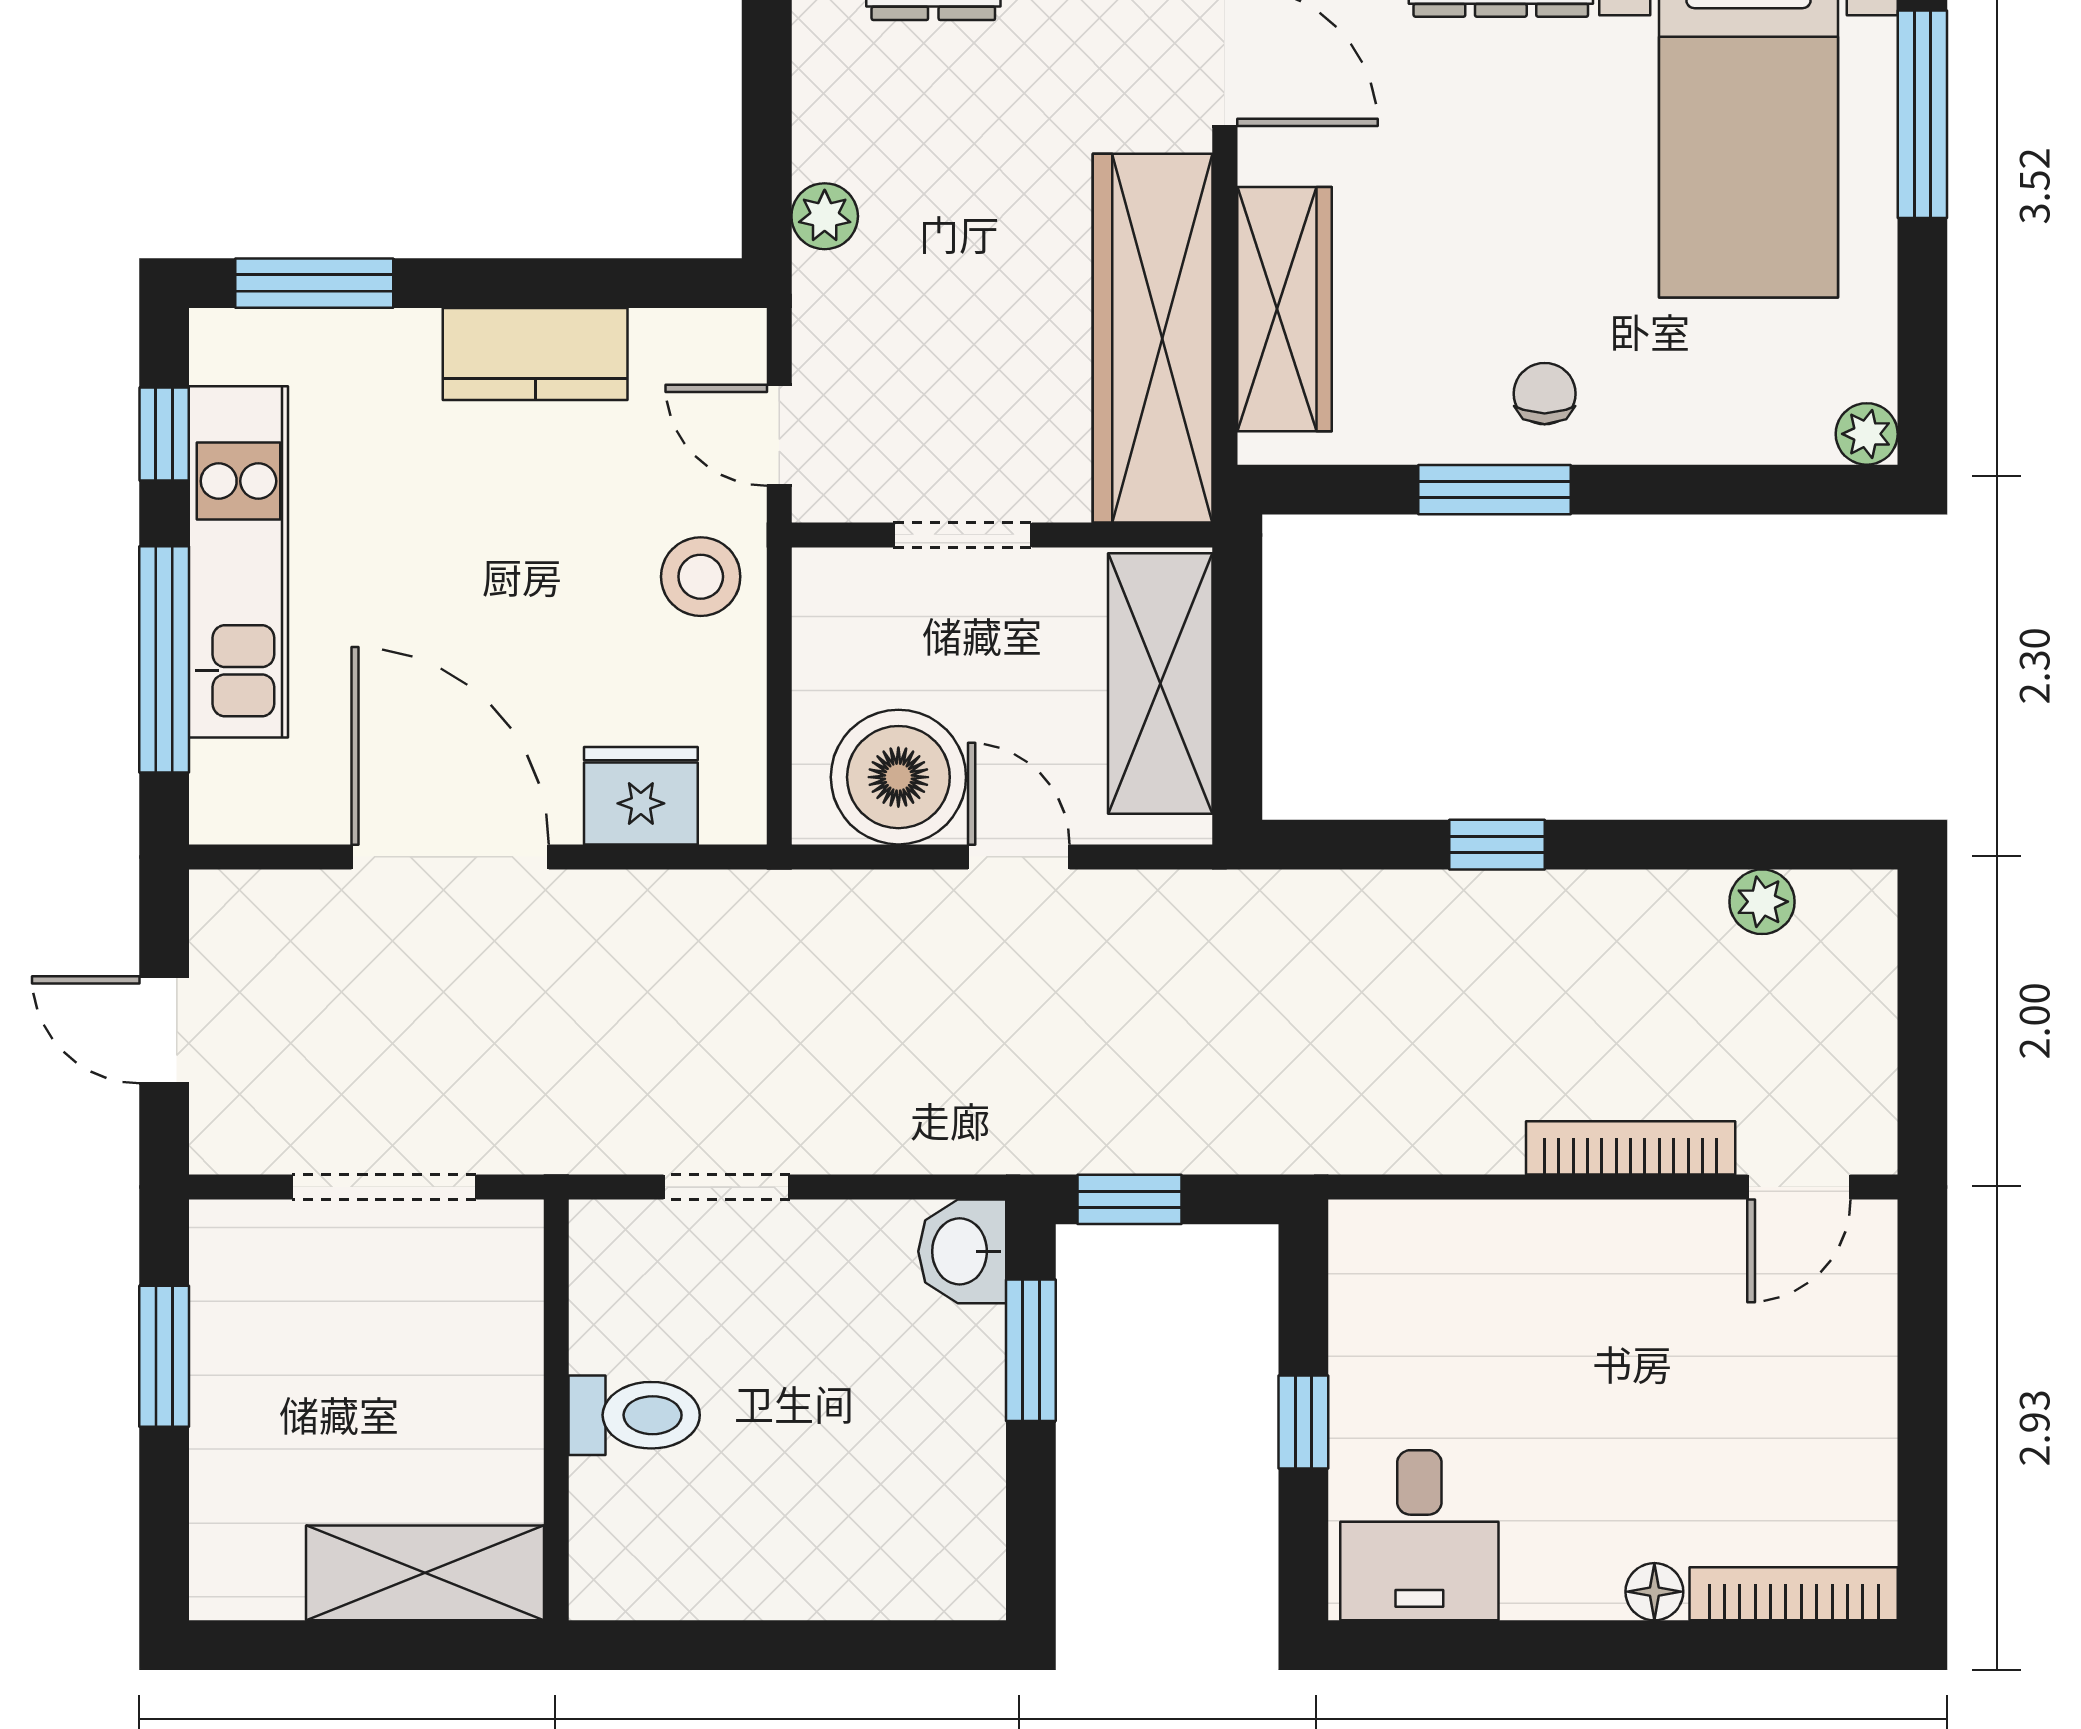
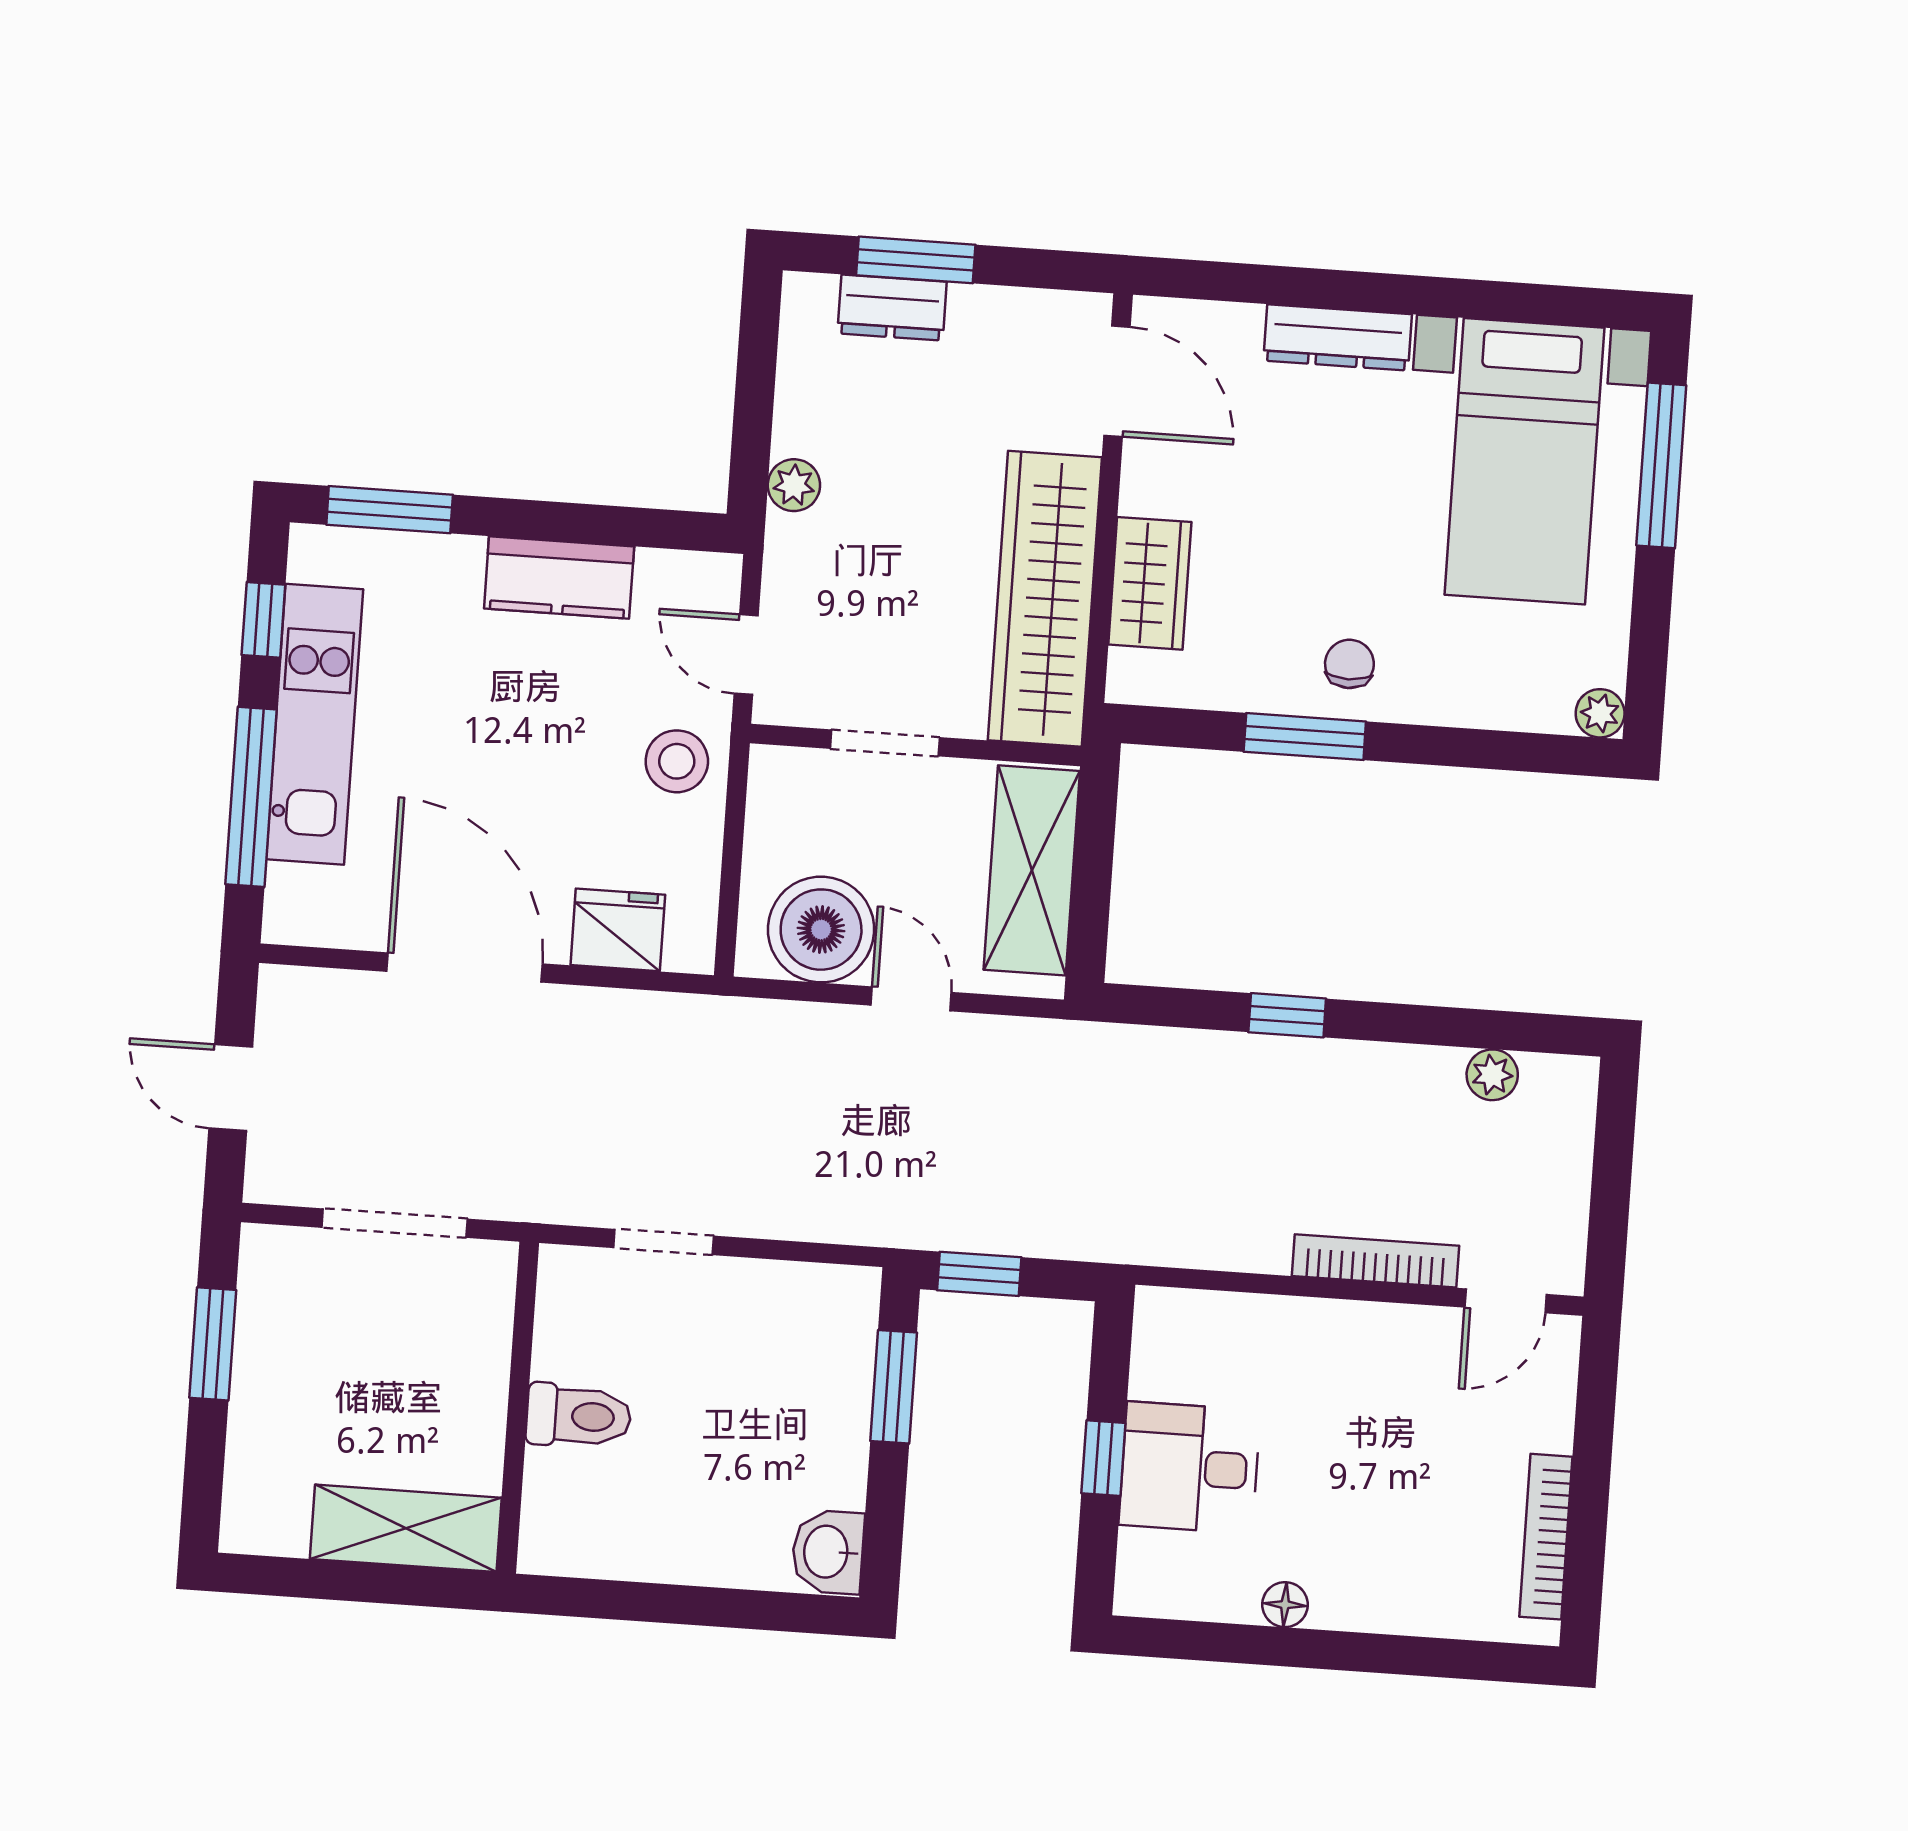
wardrobe: (1284, 309) -> (1150, 583), width x0.67
washbasin: (962, 1251) -> (828, 1552), moved
desk: (1419, 1535) -> (1190, 1468), moved, turned 90
floor lamp: (1654, 1592) -> (1285, 1605), moved
bookcase: (1794, 1594) -> (1546, 1537), moved, turned -90

